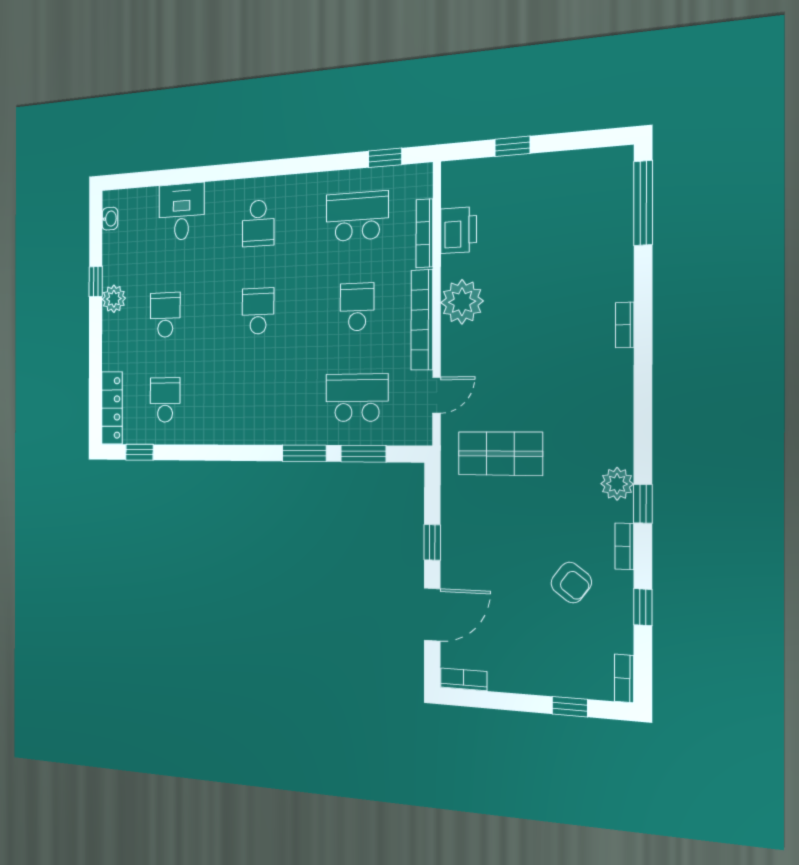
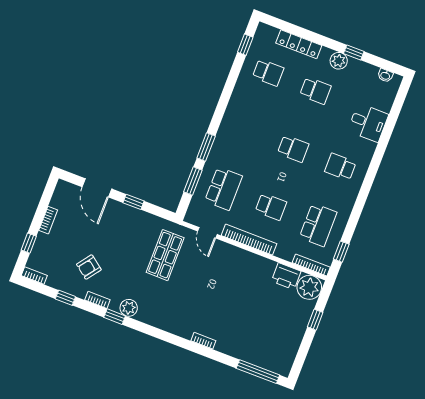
bookcase: (424, 233) -> (311, 265), moved
plant: (462, 302) -> (309, 287), moved
locker: (112, 408) -> (299, 44), moved
bookcase: (464, 679) -> (48, 220), moved

